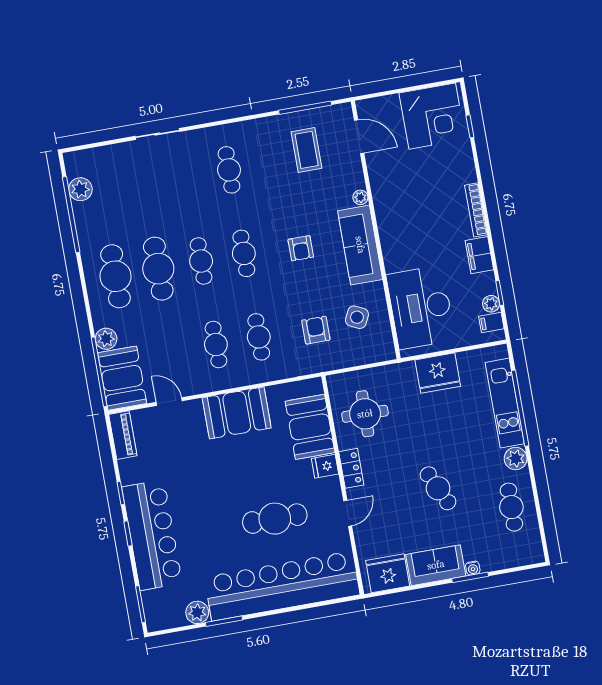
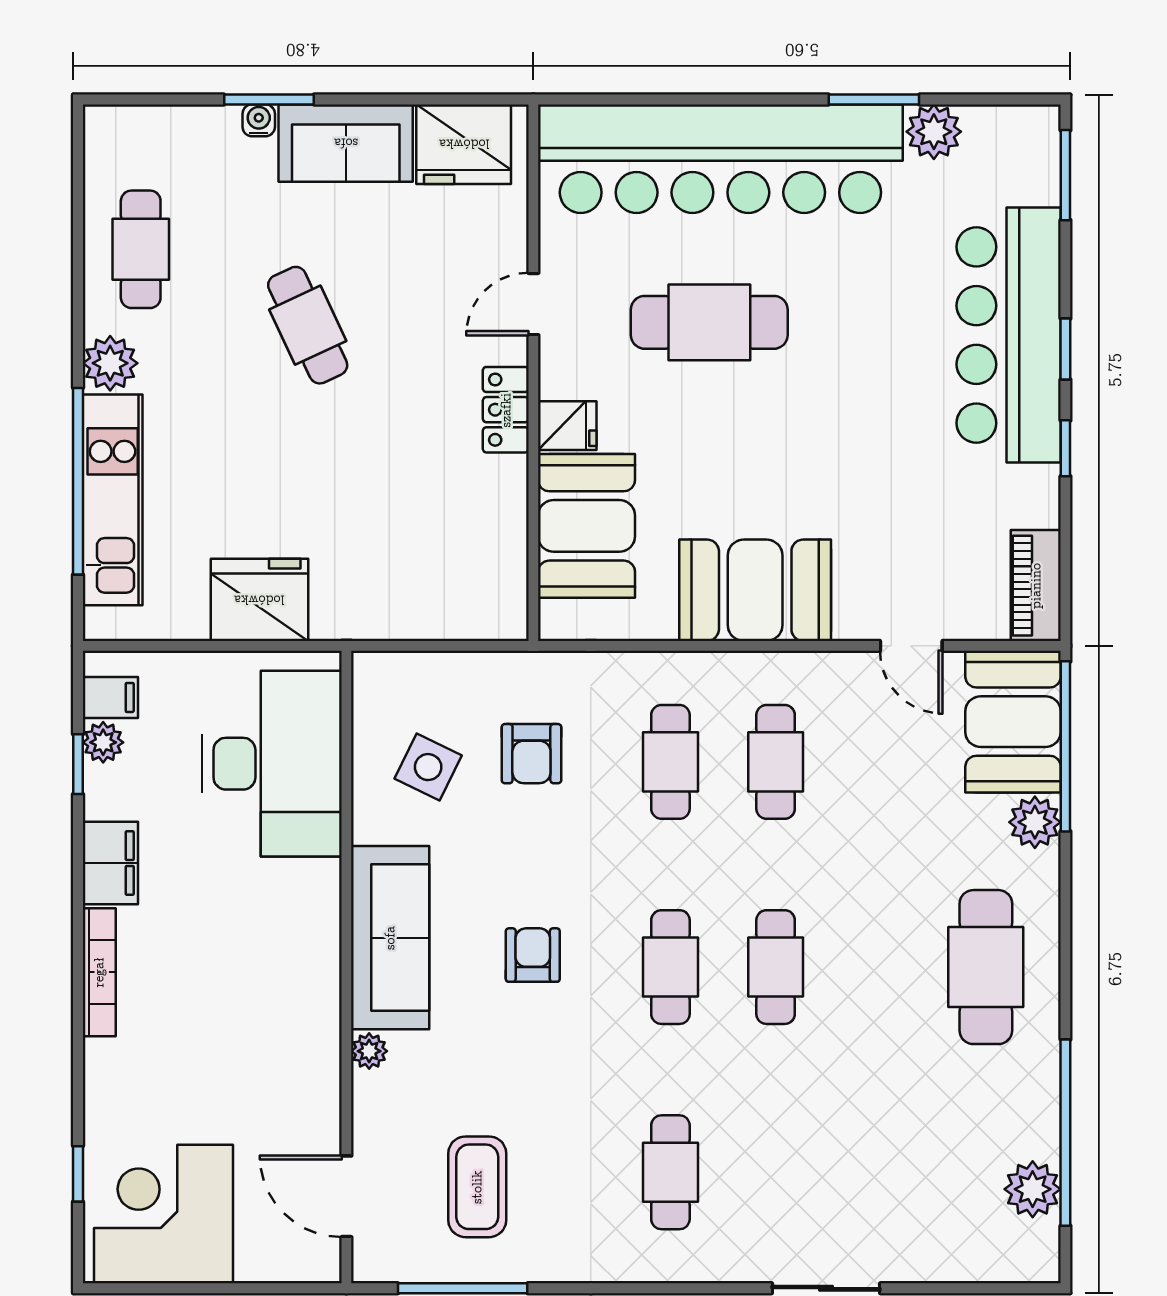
cafe table: (158, 269) -> (881, 967), removed
round table: (365, 414) -> (450, 534), removed

